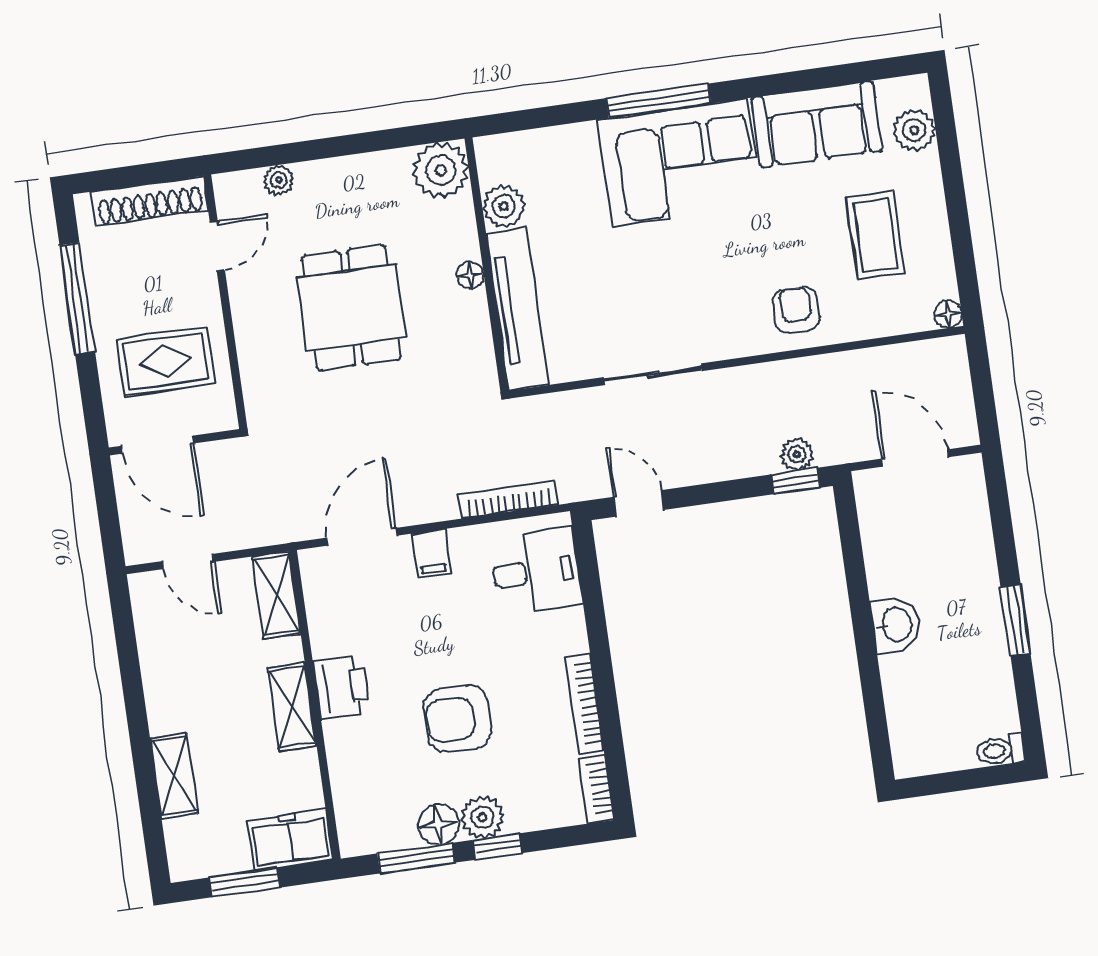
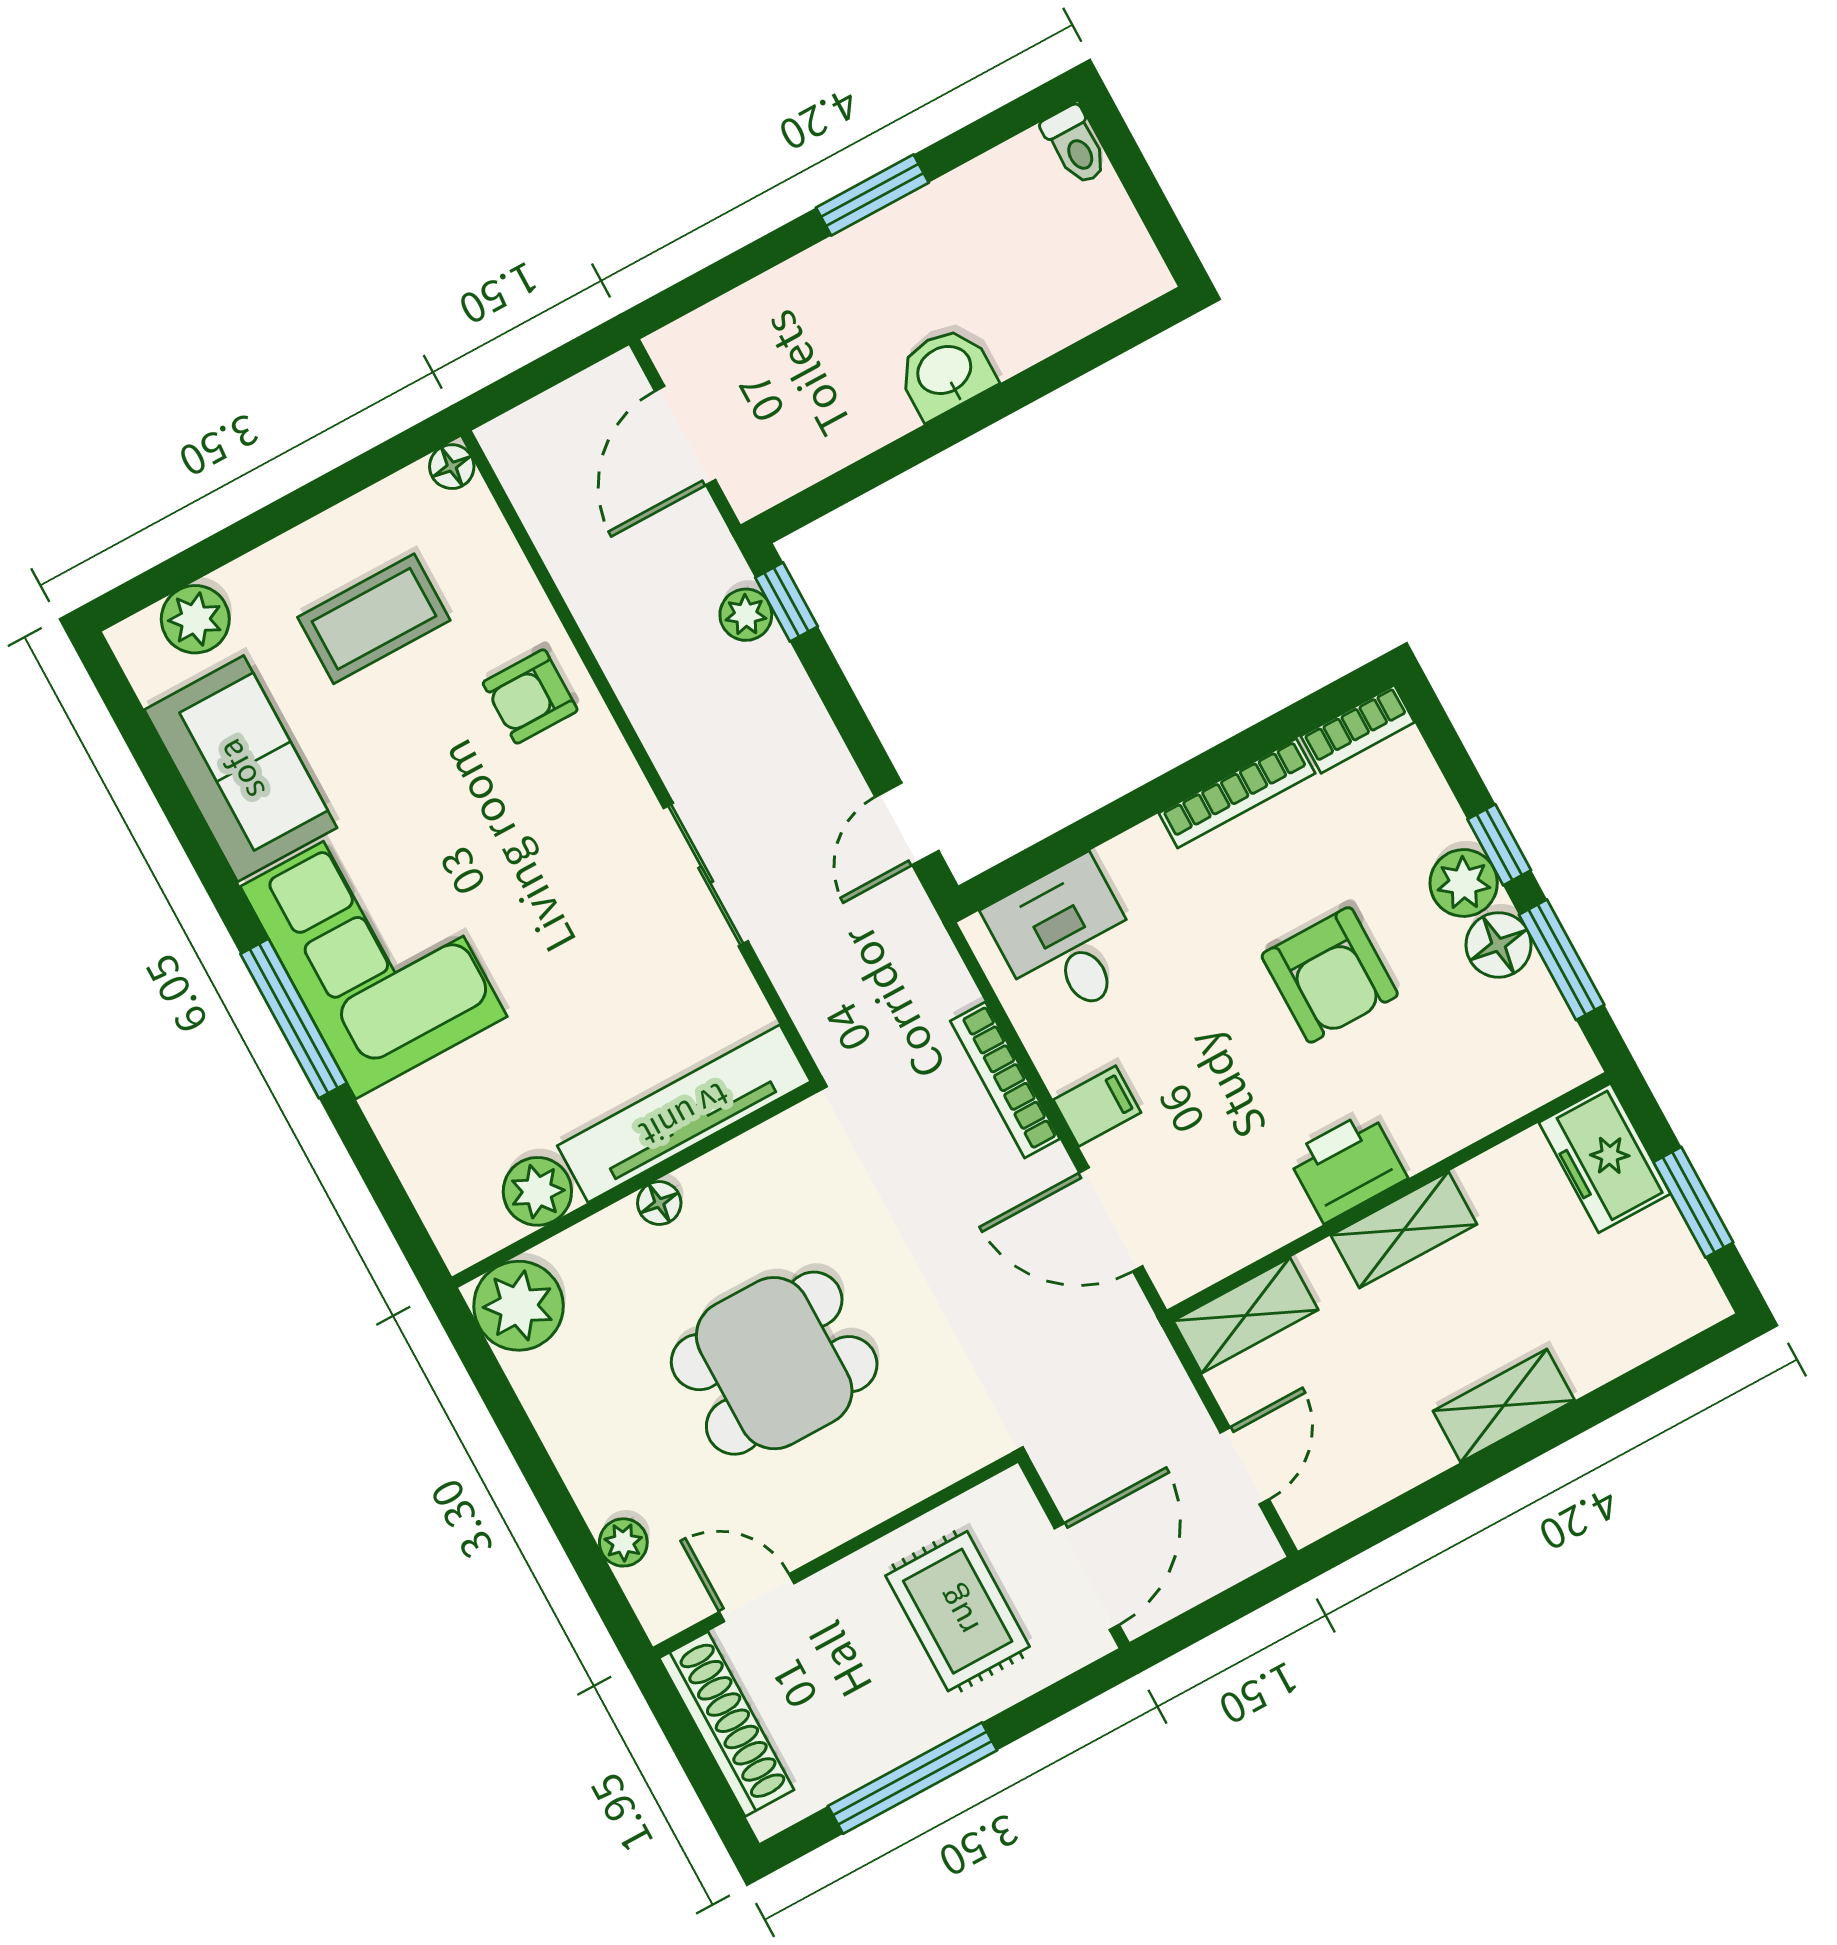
bookcase: (508, 499) -> (1005, 1080), moved
shelving: (174, 776) -> (1504, 1406), moved

